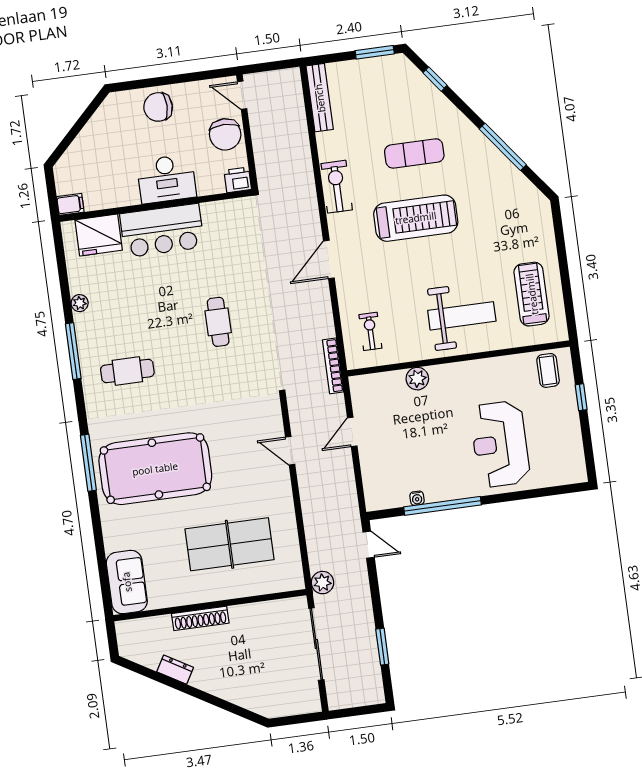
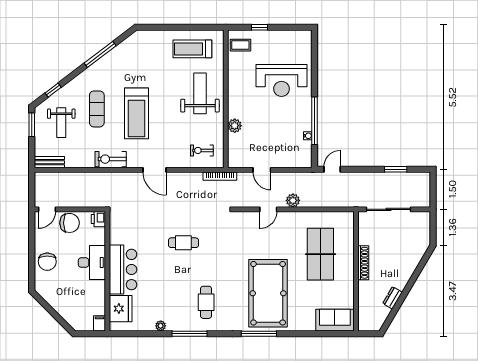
bench: (320, 98) -> (49, 162), width x0.73
weight bench: (385, 99) -> (61, 123), added
treadmill: (416, 218) -> (136, 113), turned 180
plant: (323, 583) -> (293, 200), moved
shoe rack: (200, 618) -> (363, 263), moved

